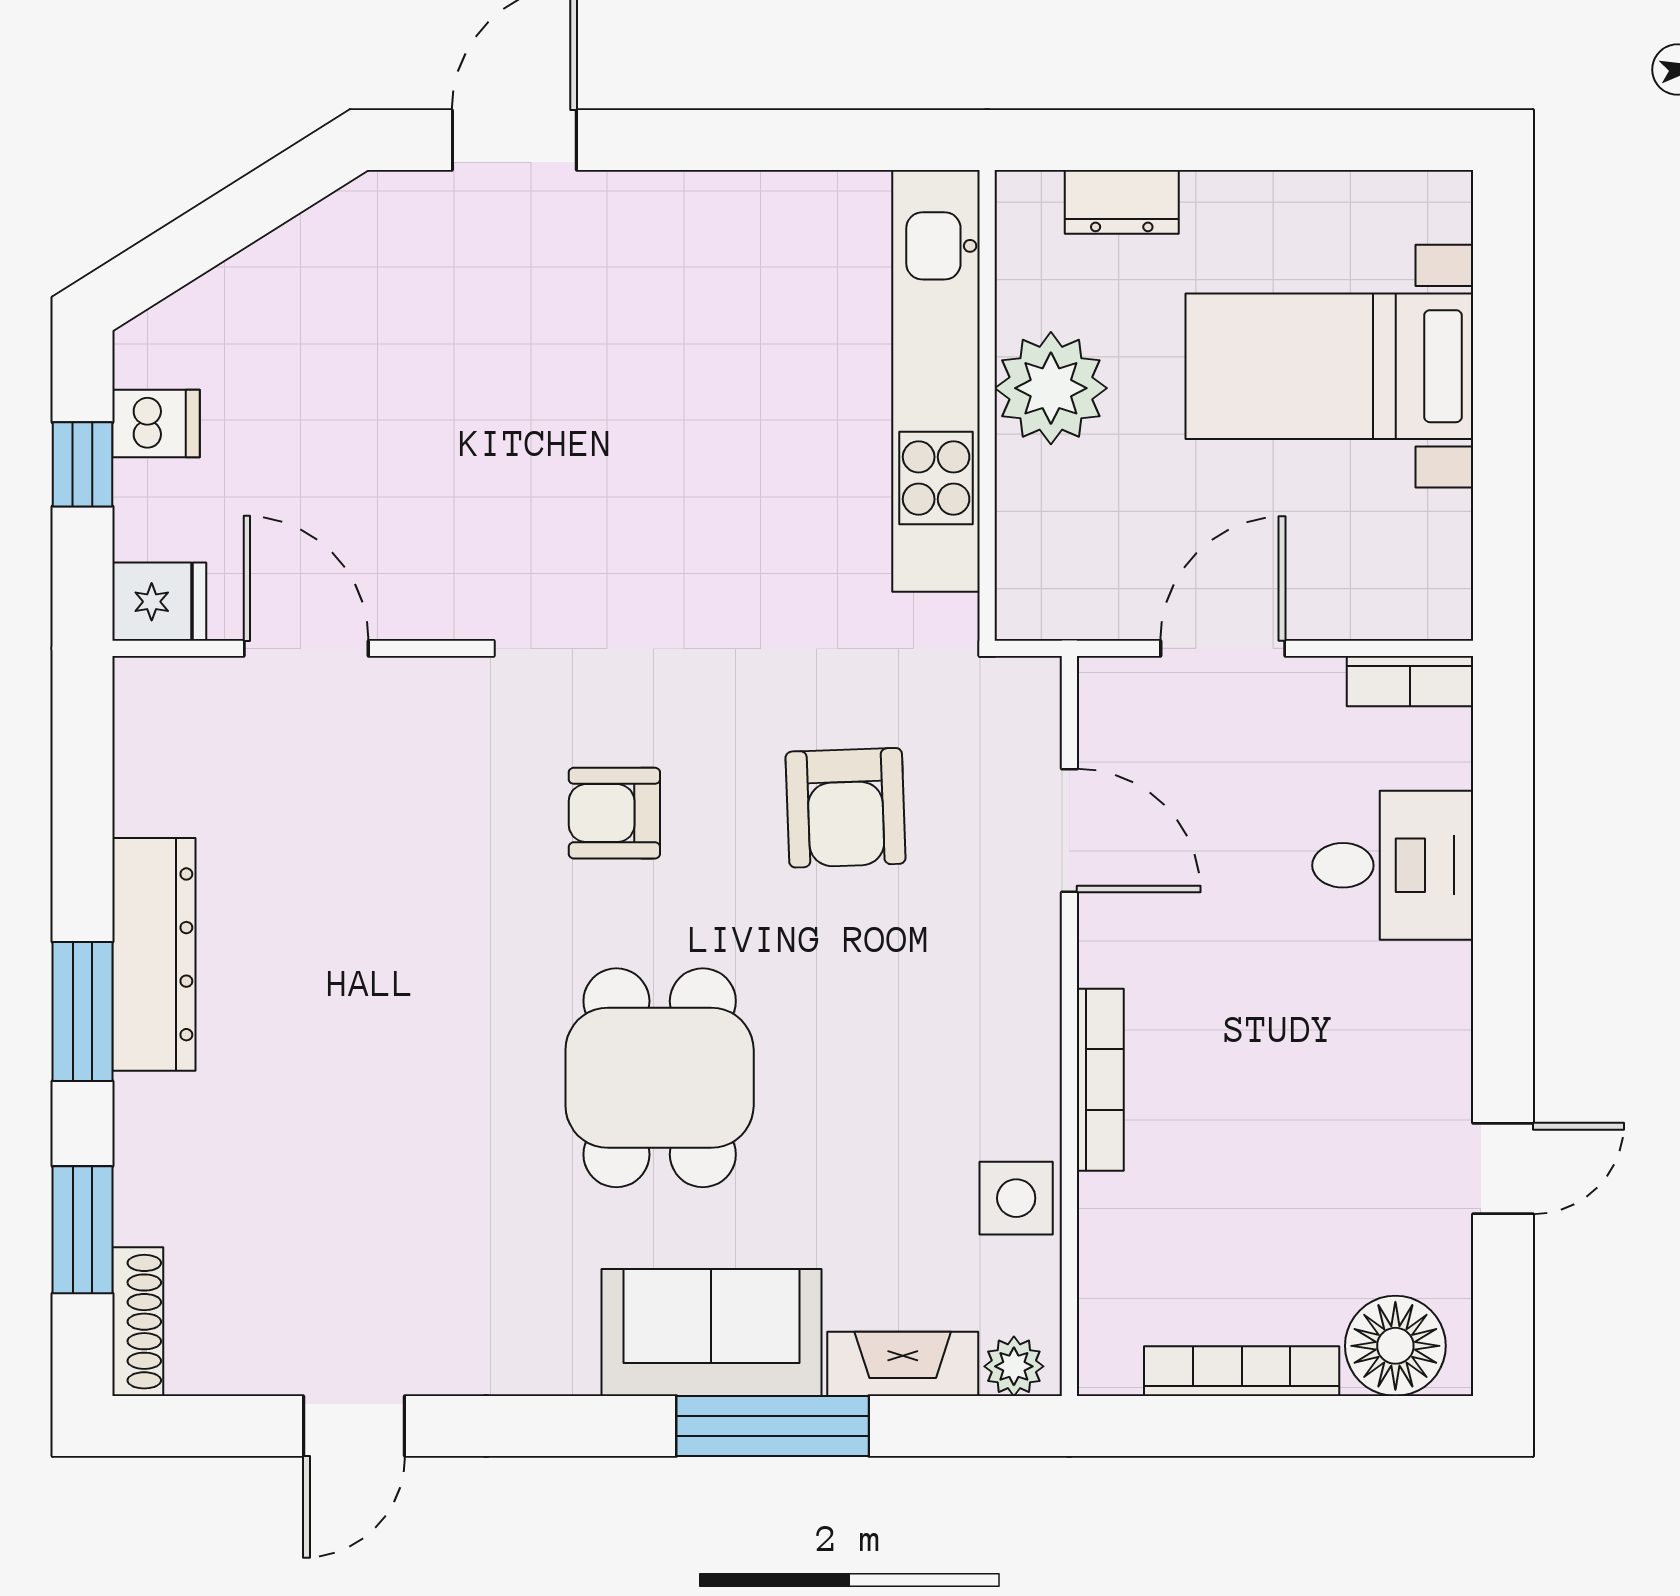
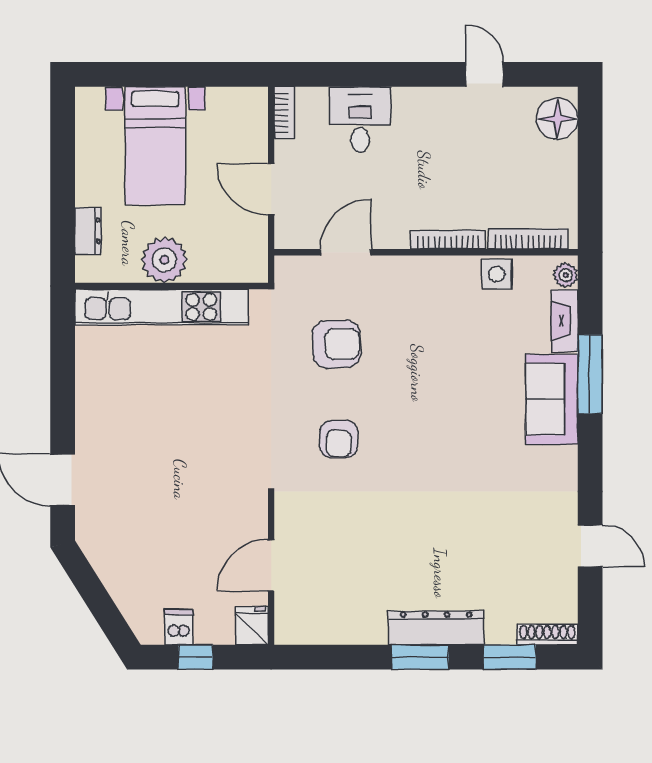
dresser: (154, 954) -> (436, 628), moved
dining table: (660, 1078) -> (447, 420), removed
bookcase: (1242, 1371) -> (528, 239), moved, turned 90

